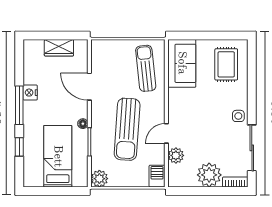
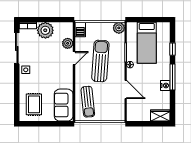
wardrobe: (59, 48) -> (160, 116), moved

